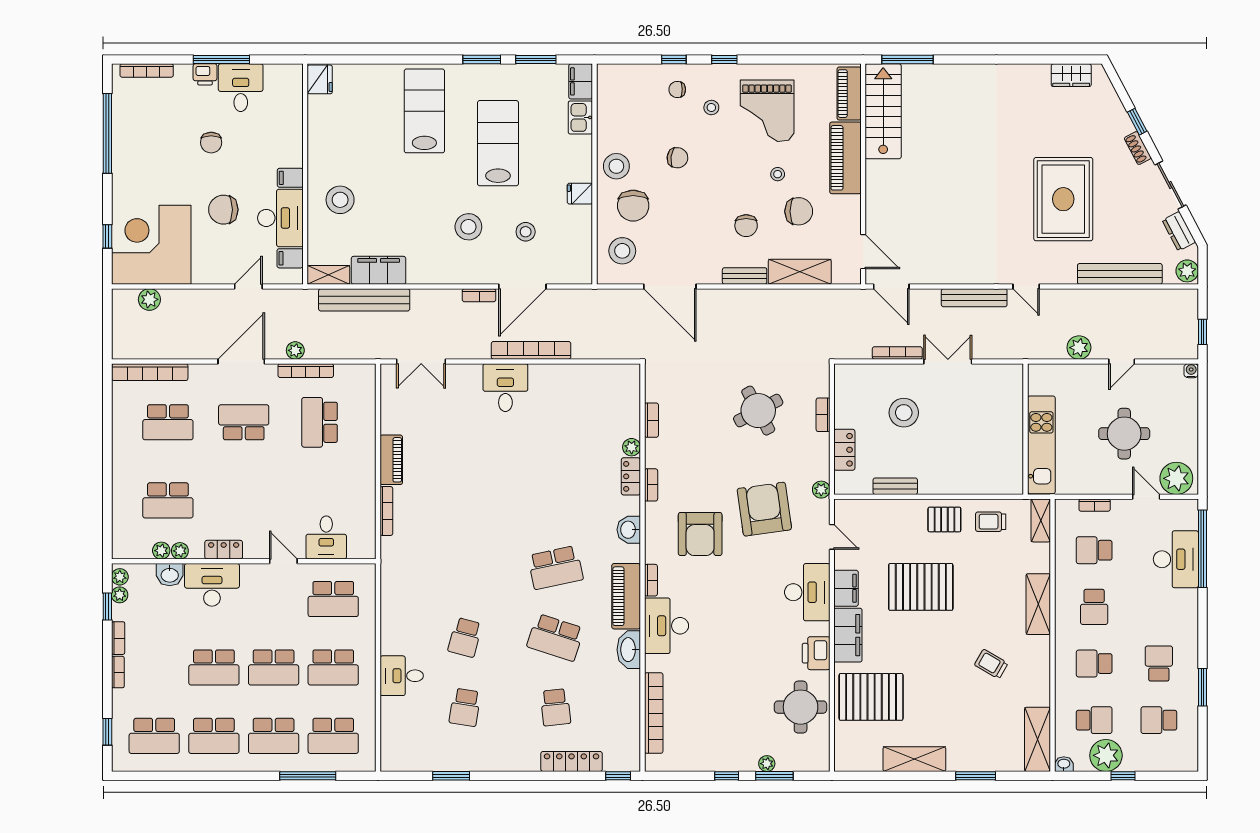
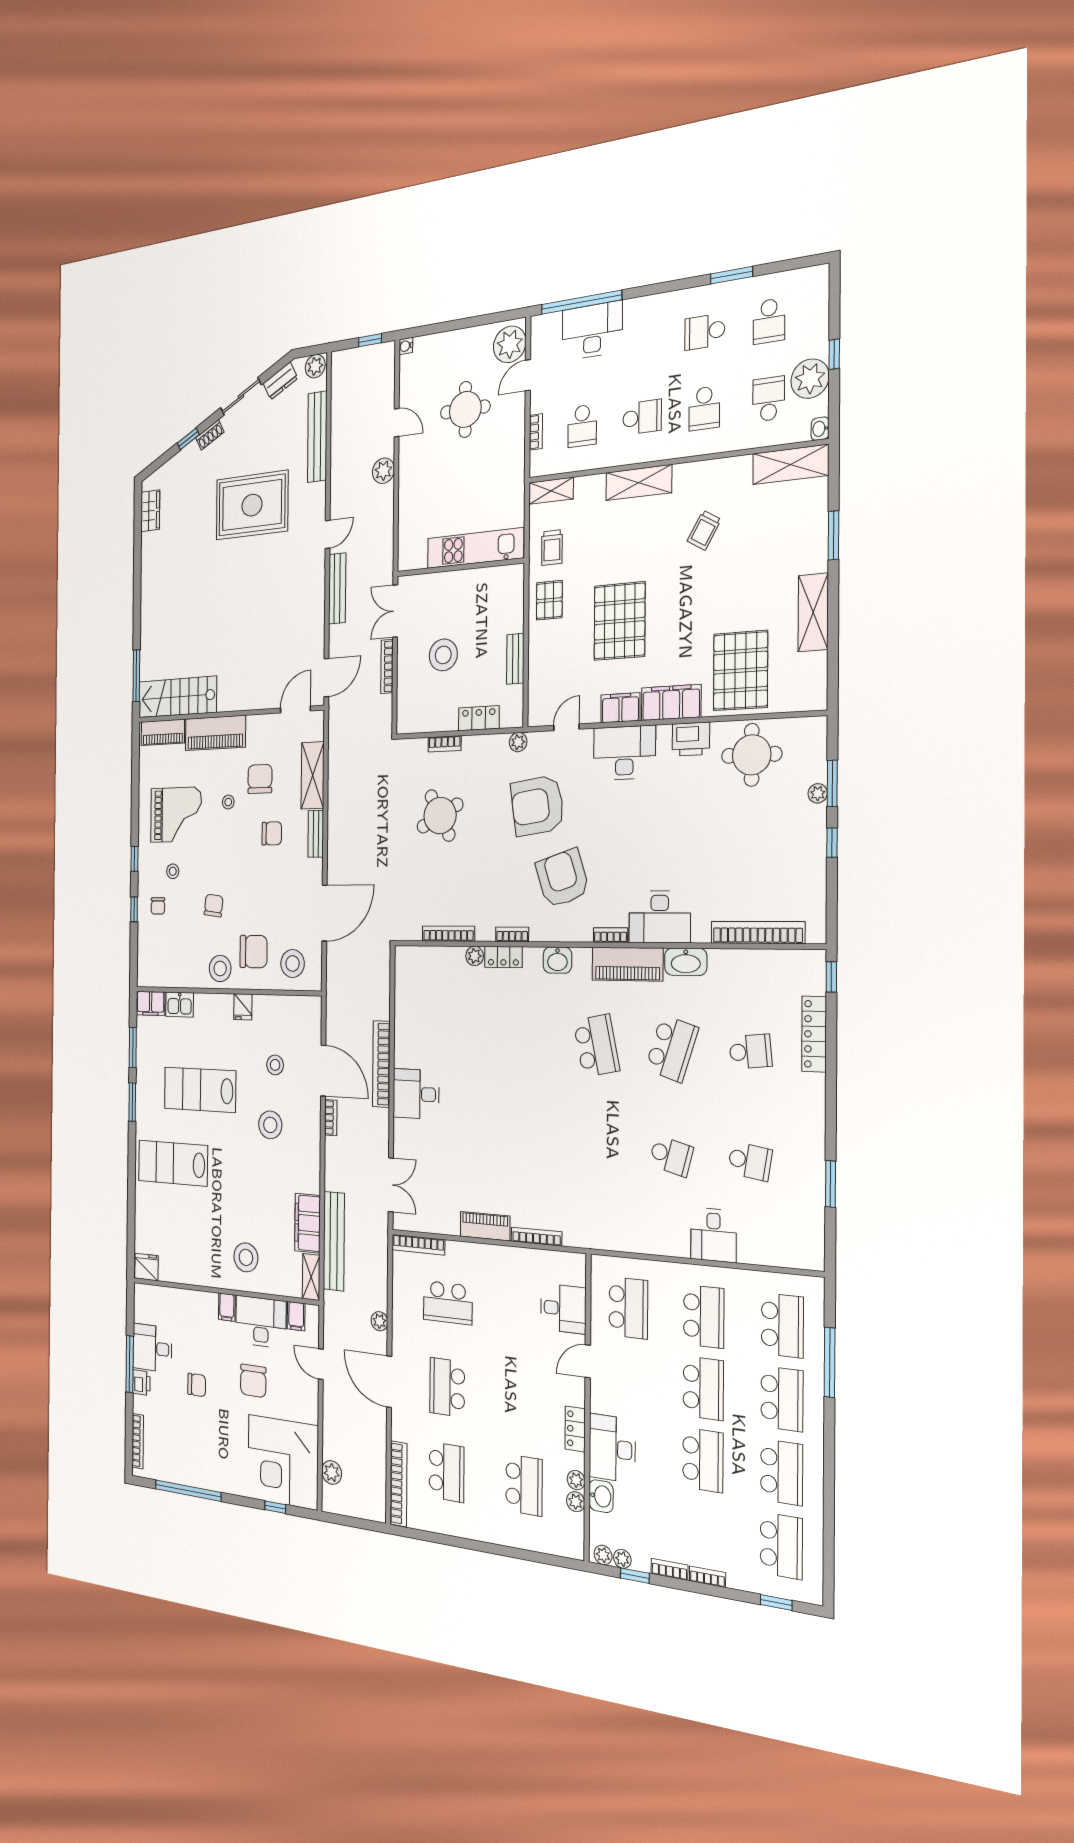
bookcase: (306, 371) -> (418, 1245), moved, turned 90
bookcase: (651, 420) -> (448, 934), width x1.56
wall: (1026, 429) -> (460, 567), moved
kitchen unit: (1041, 445) -> (475, 548), moved
armchair: (700, 534) -> (562, 878), turned -108

